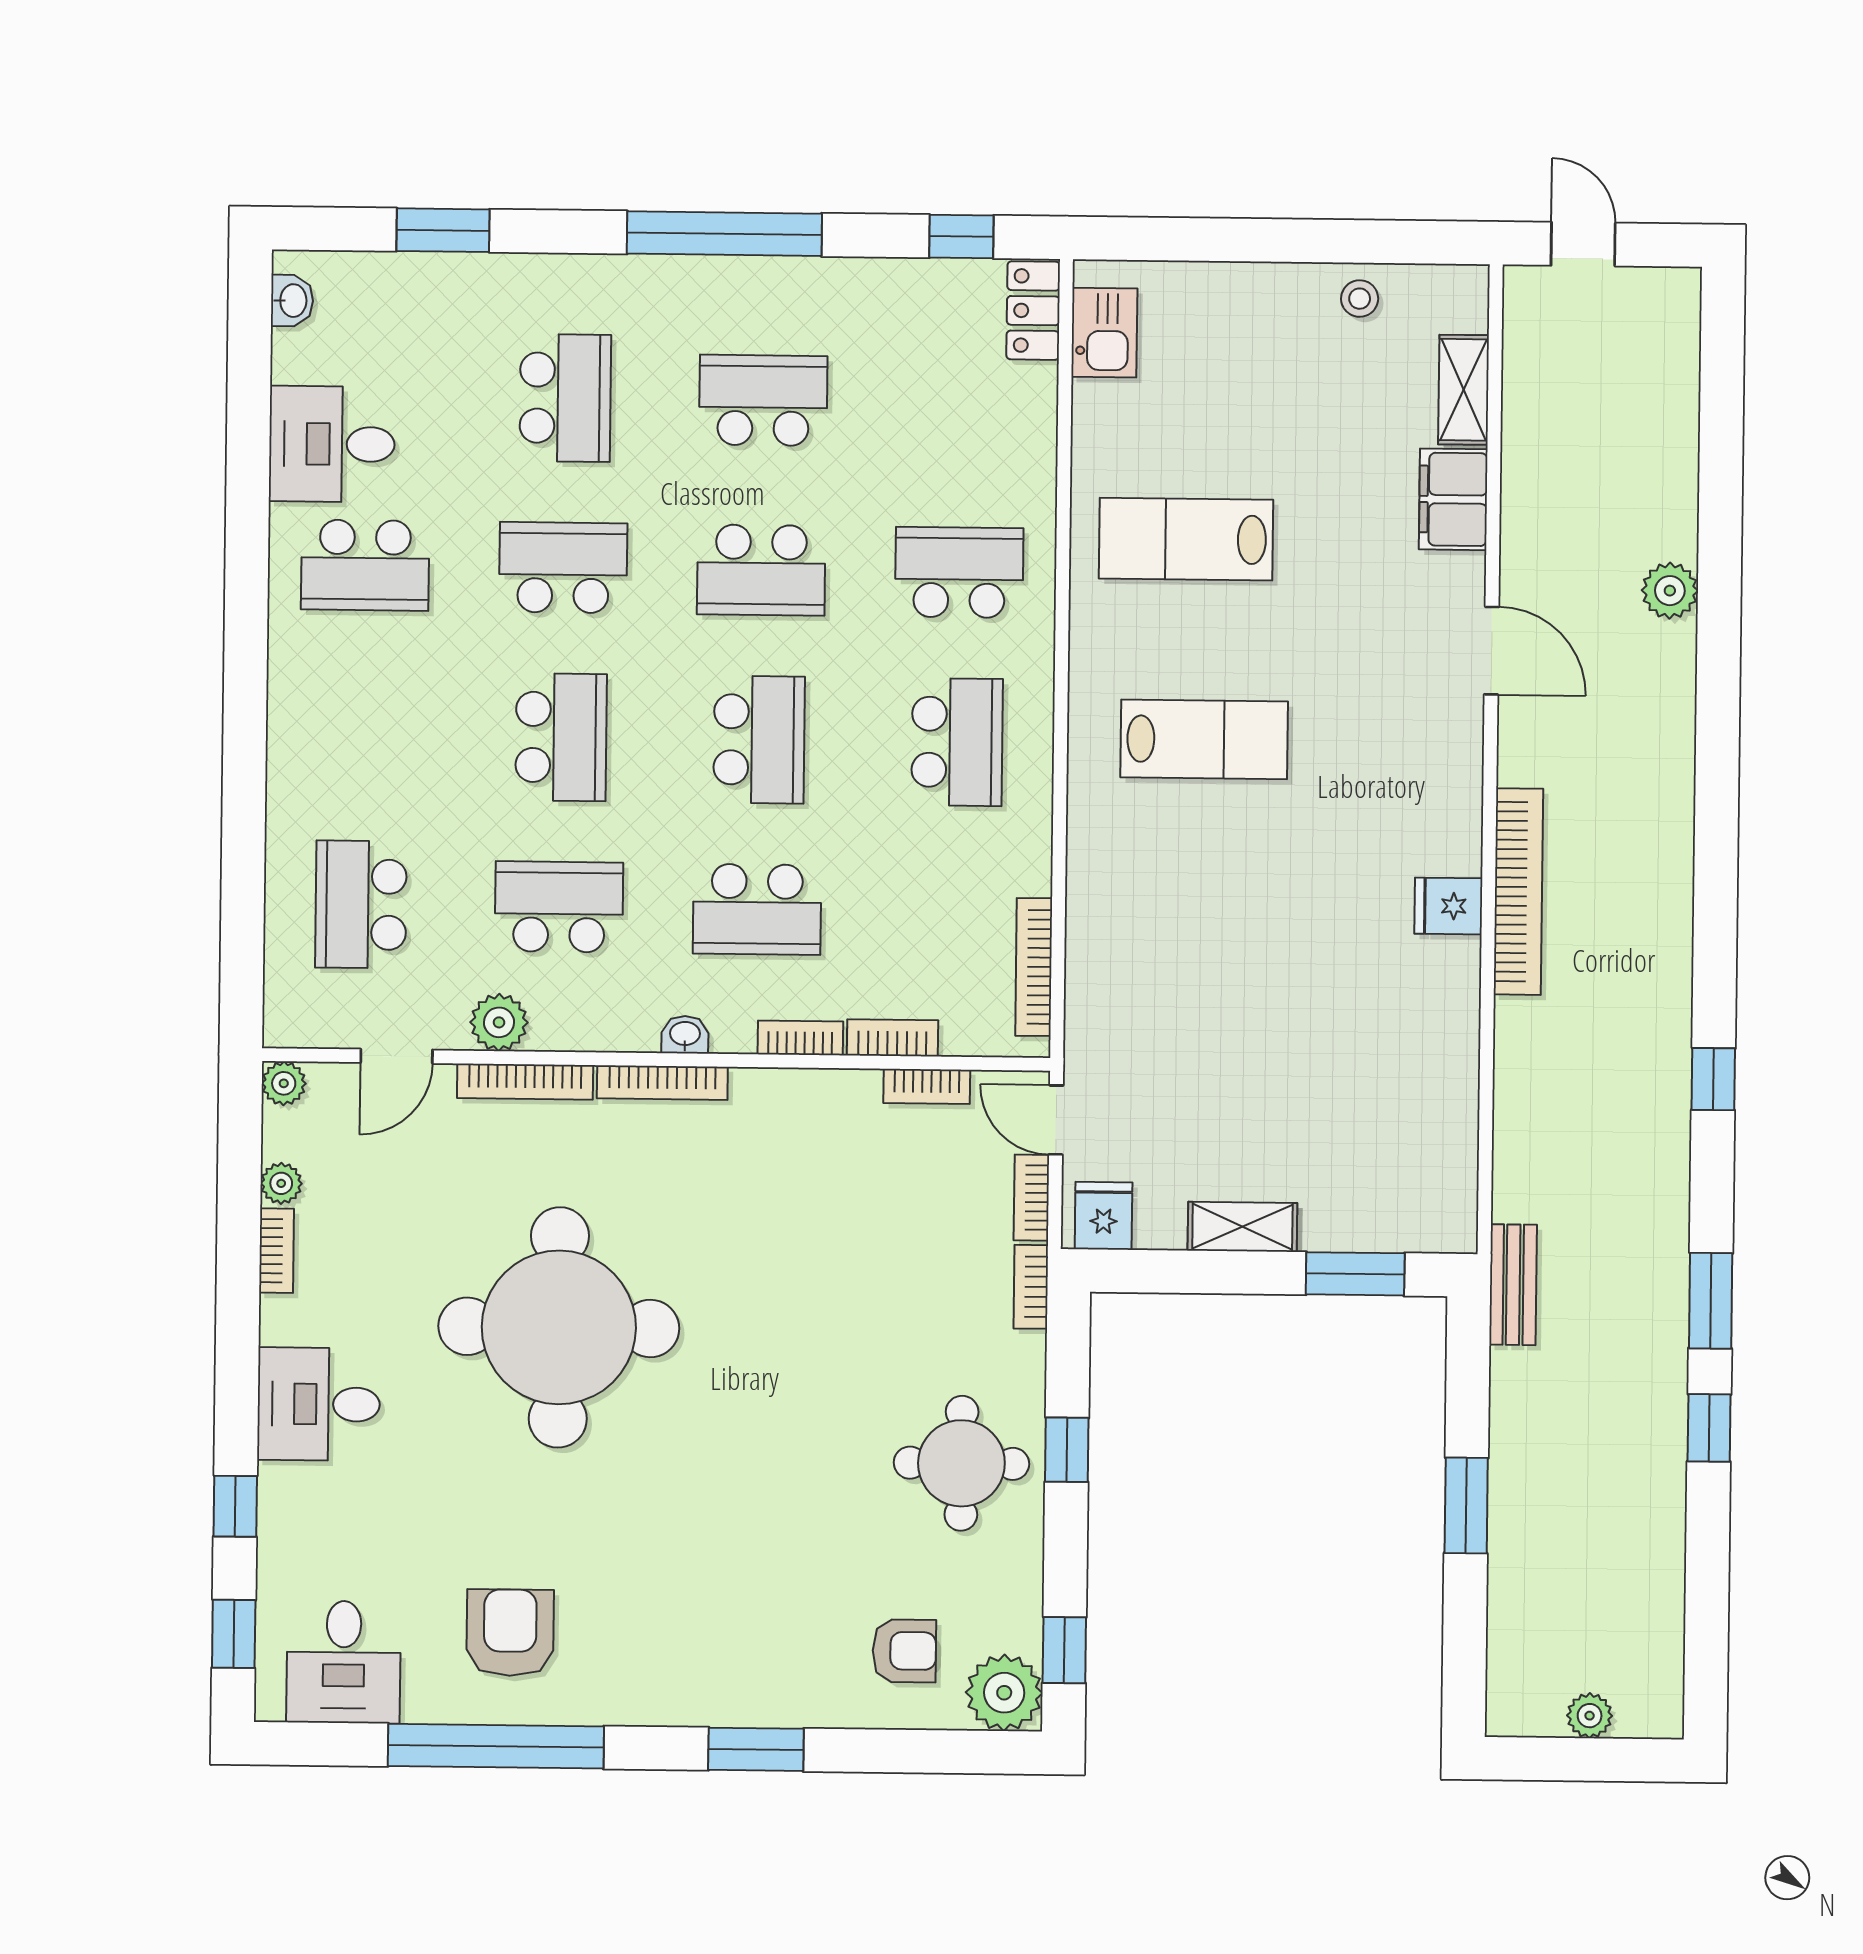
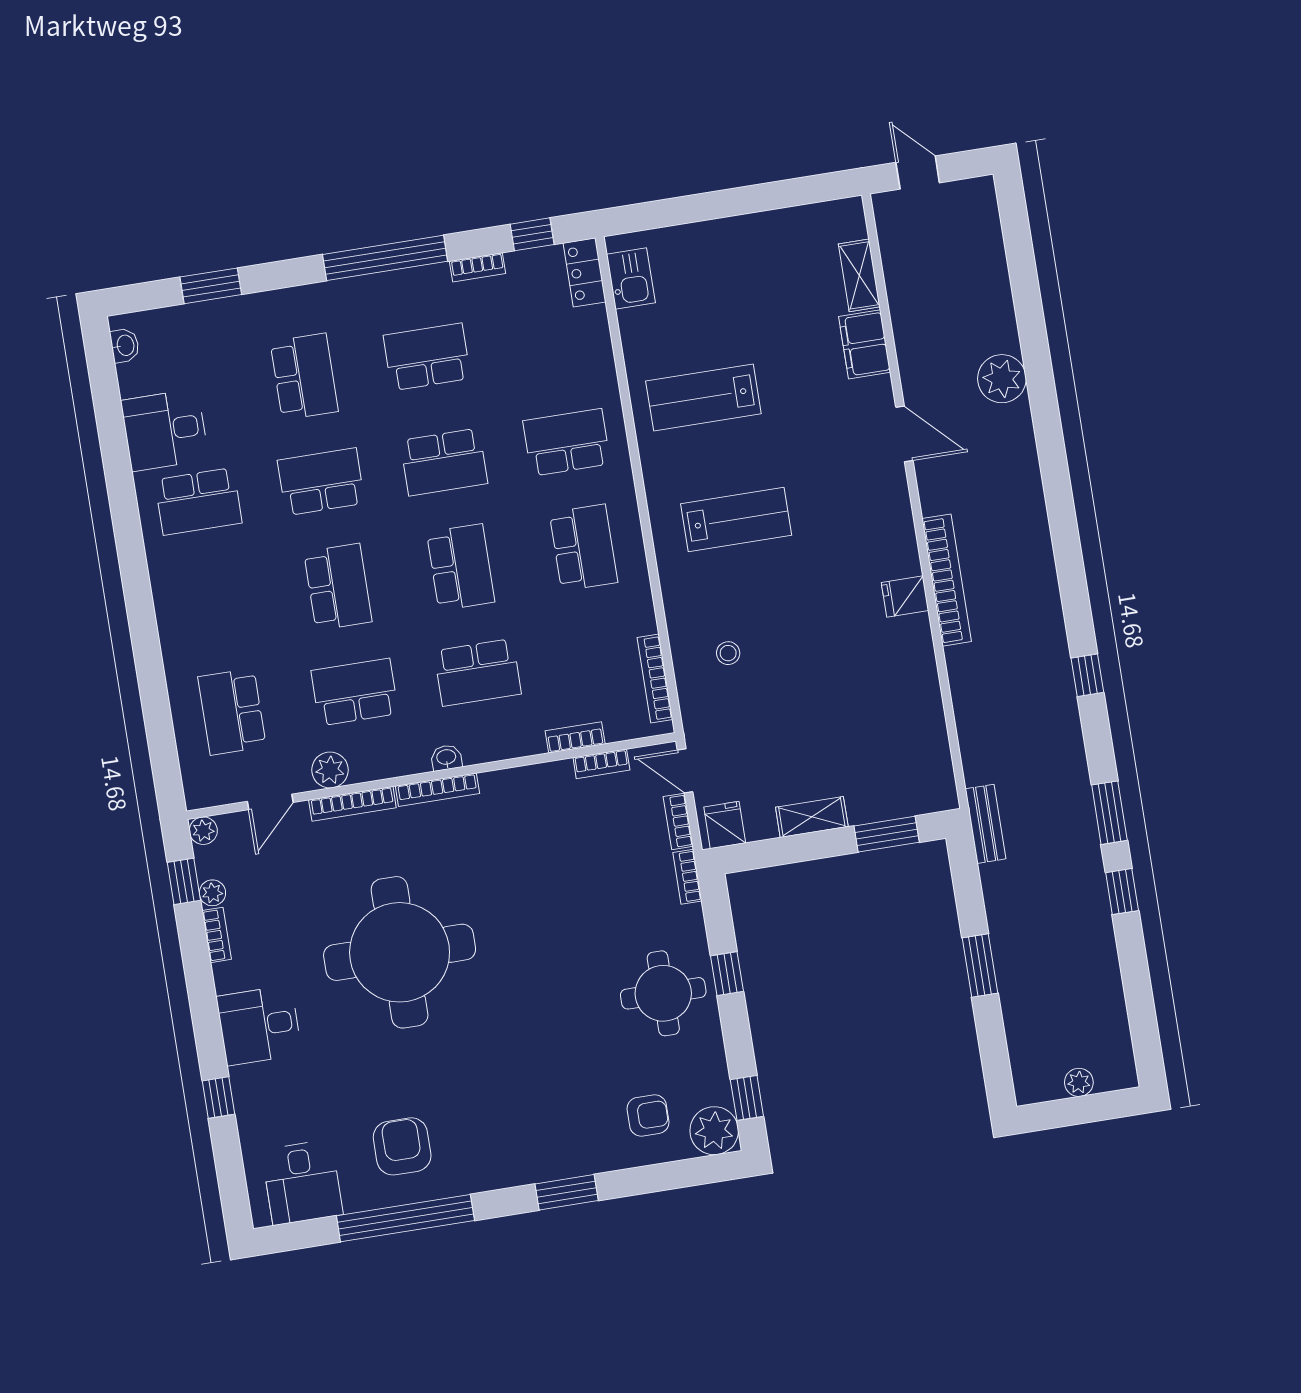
stool: (1360, 299) -> (728, 653), moved
plant: (1670, 591) -> (1002, 379), width x1.36, depth x1.36
bookcase: (800, 1038) -> (478, 267), moved, turned 180
window: (234, 1634) -> (184, 881), moved

